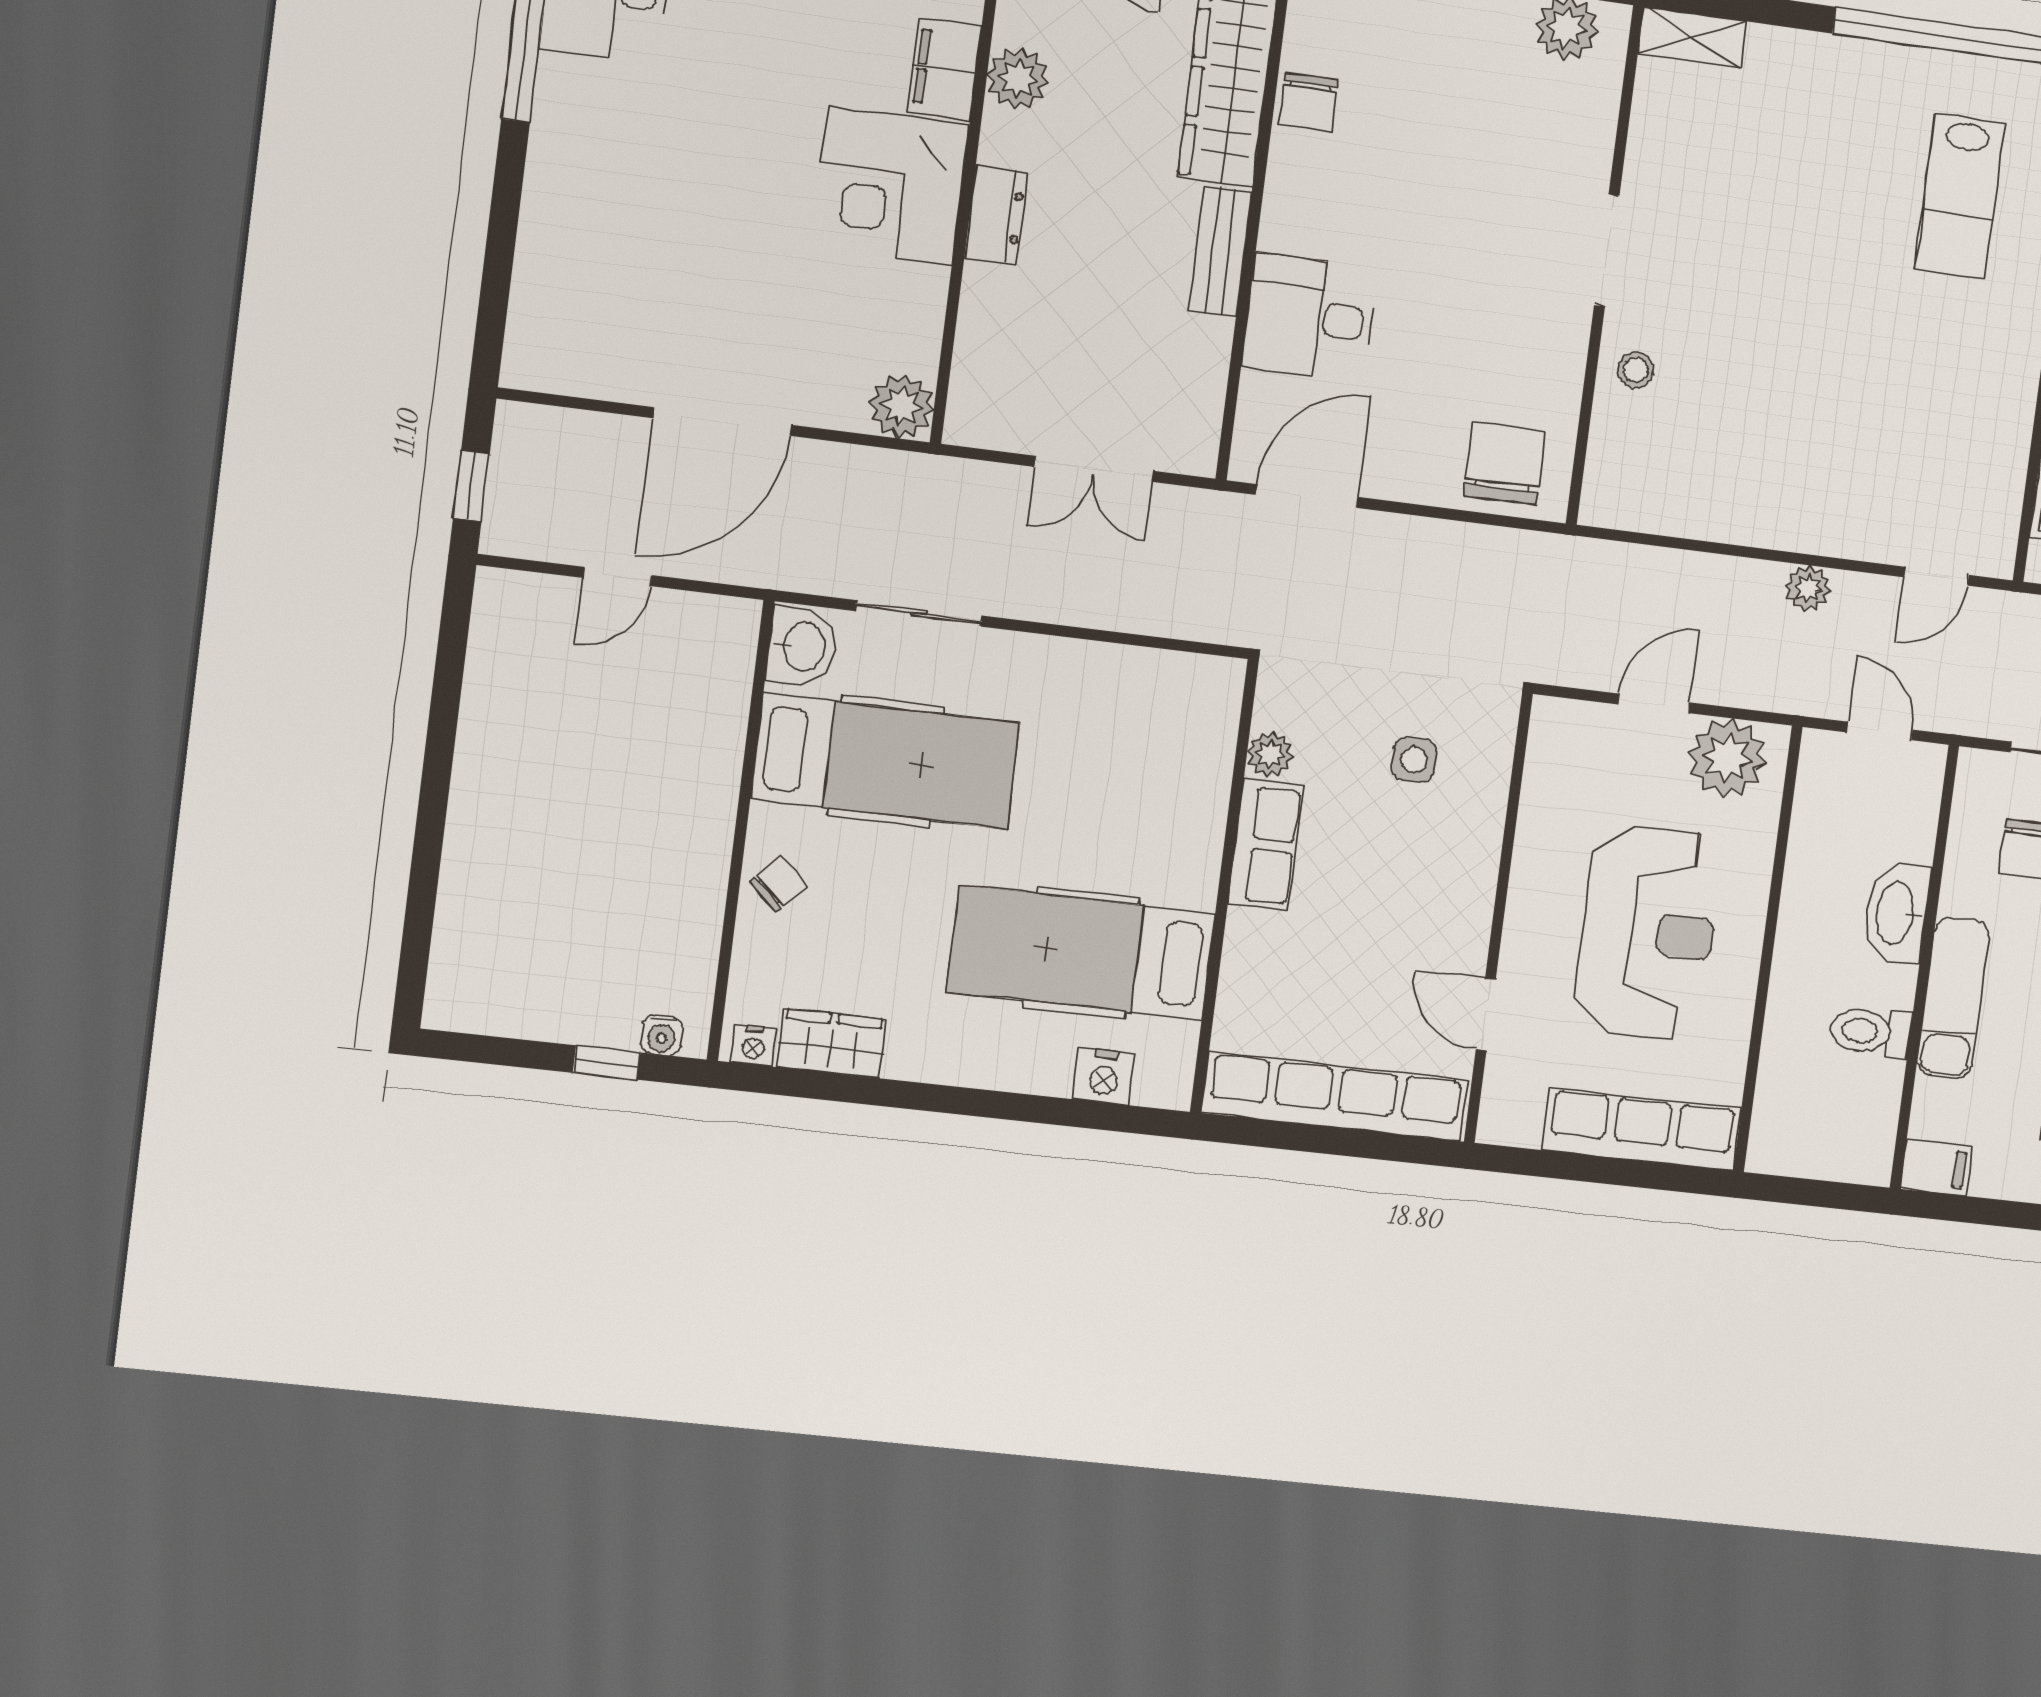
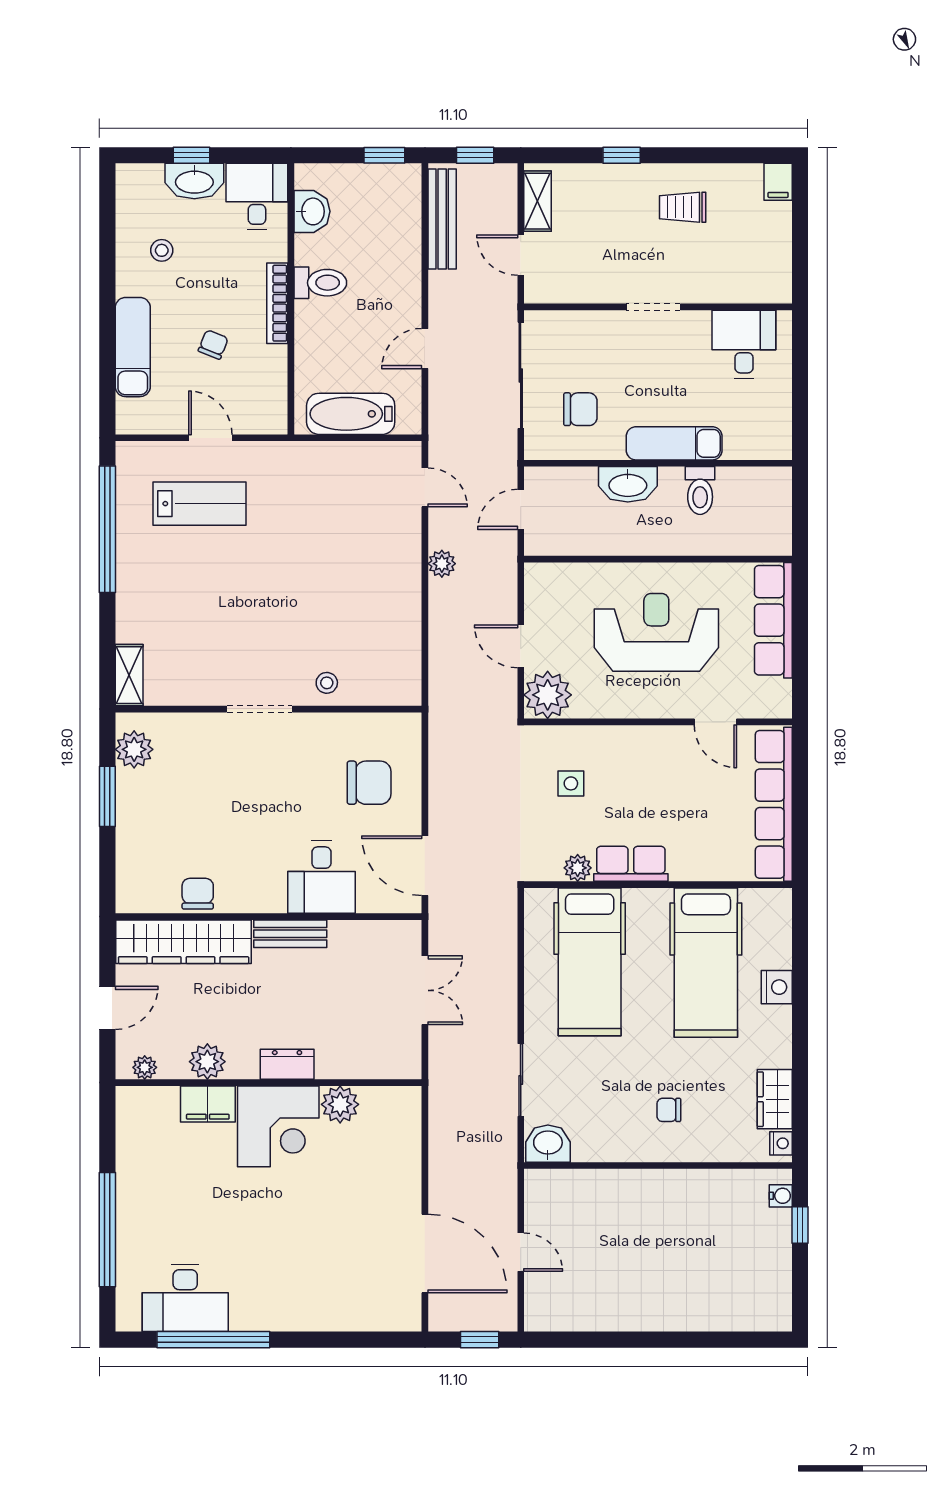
chair: (1309, 102) -> (198, 894), turned -90
plant: (901, 406) -> (340, 1104), moved
door: (722, 422) -> (425, 1253), moved
chair: (1505, 464) -> (369, 783), moved, turned 180
plant: (1727, 758) -> (548, 695), moved
hospital bed: (886, 761) -> (590, 962), moved, turned 180
chair: (779, 884) -> (669, 1110), moved, turned -43
door: (1486, 1014) -> (715, 722), hinge flipped
nightstand: (1104, 1076) -> (777, 987), moved
filing cabinet: (1936, 1167) -> (777, 440), removed

